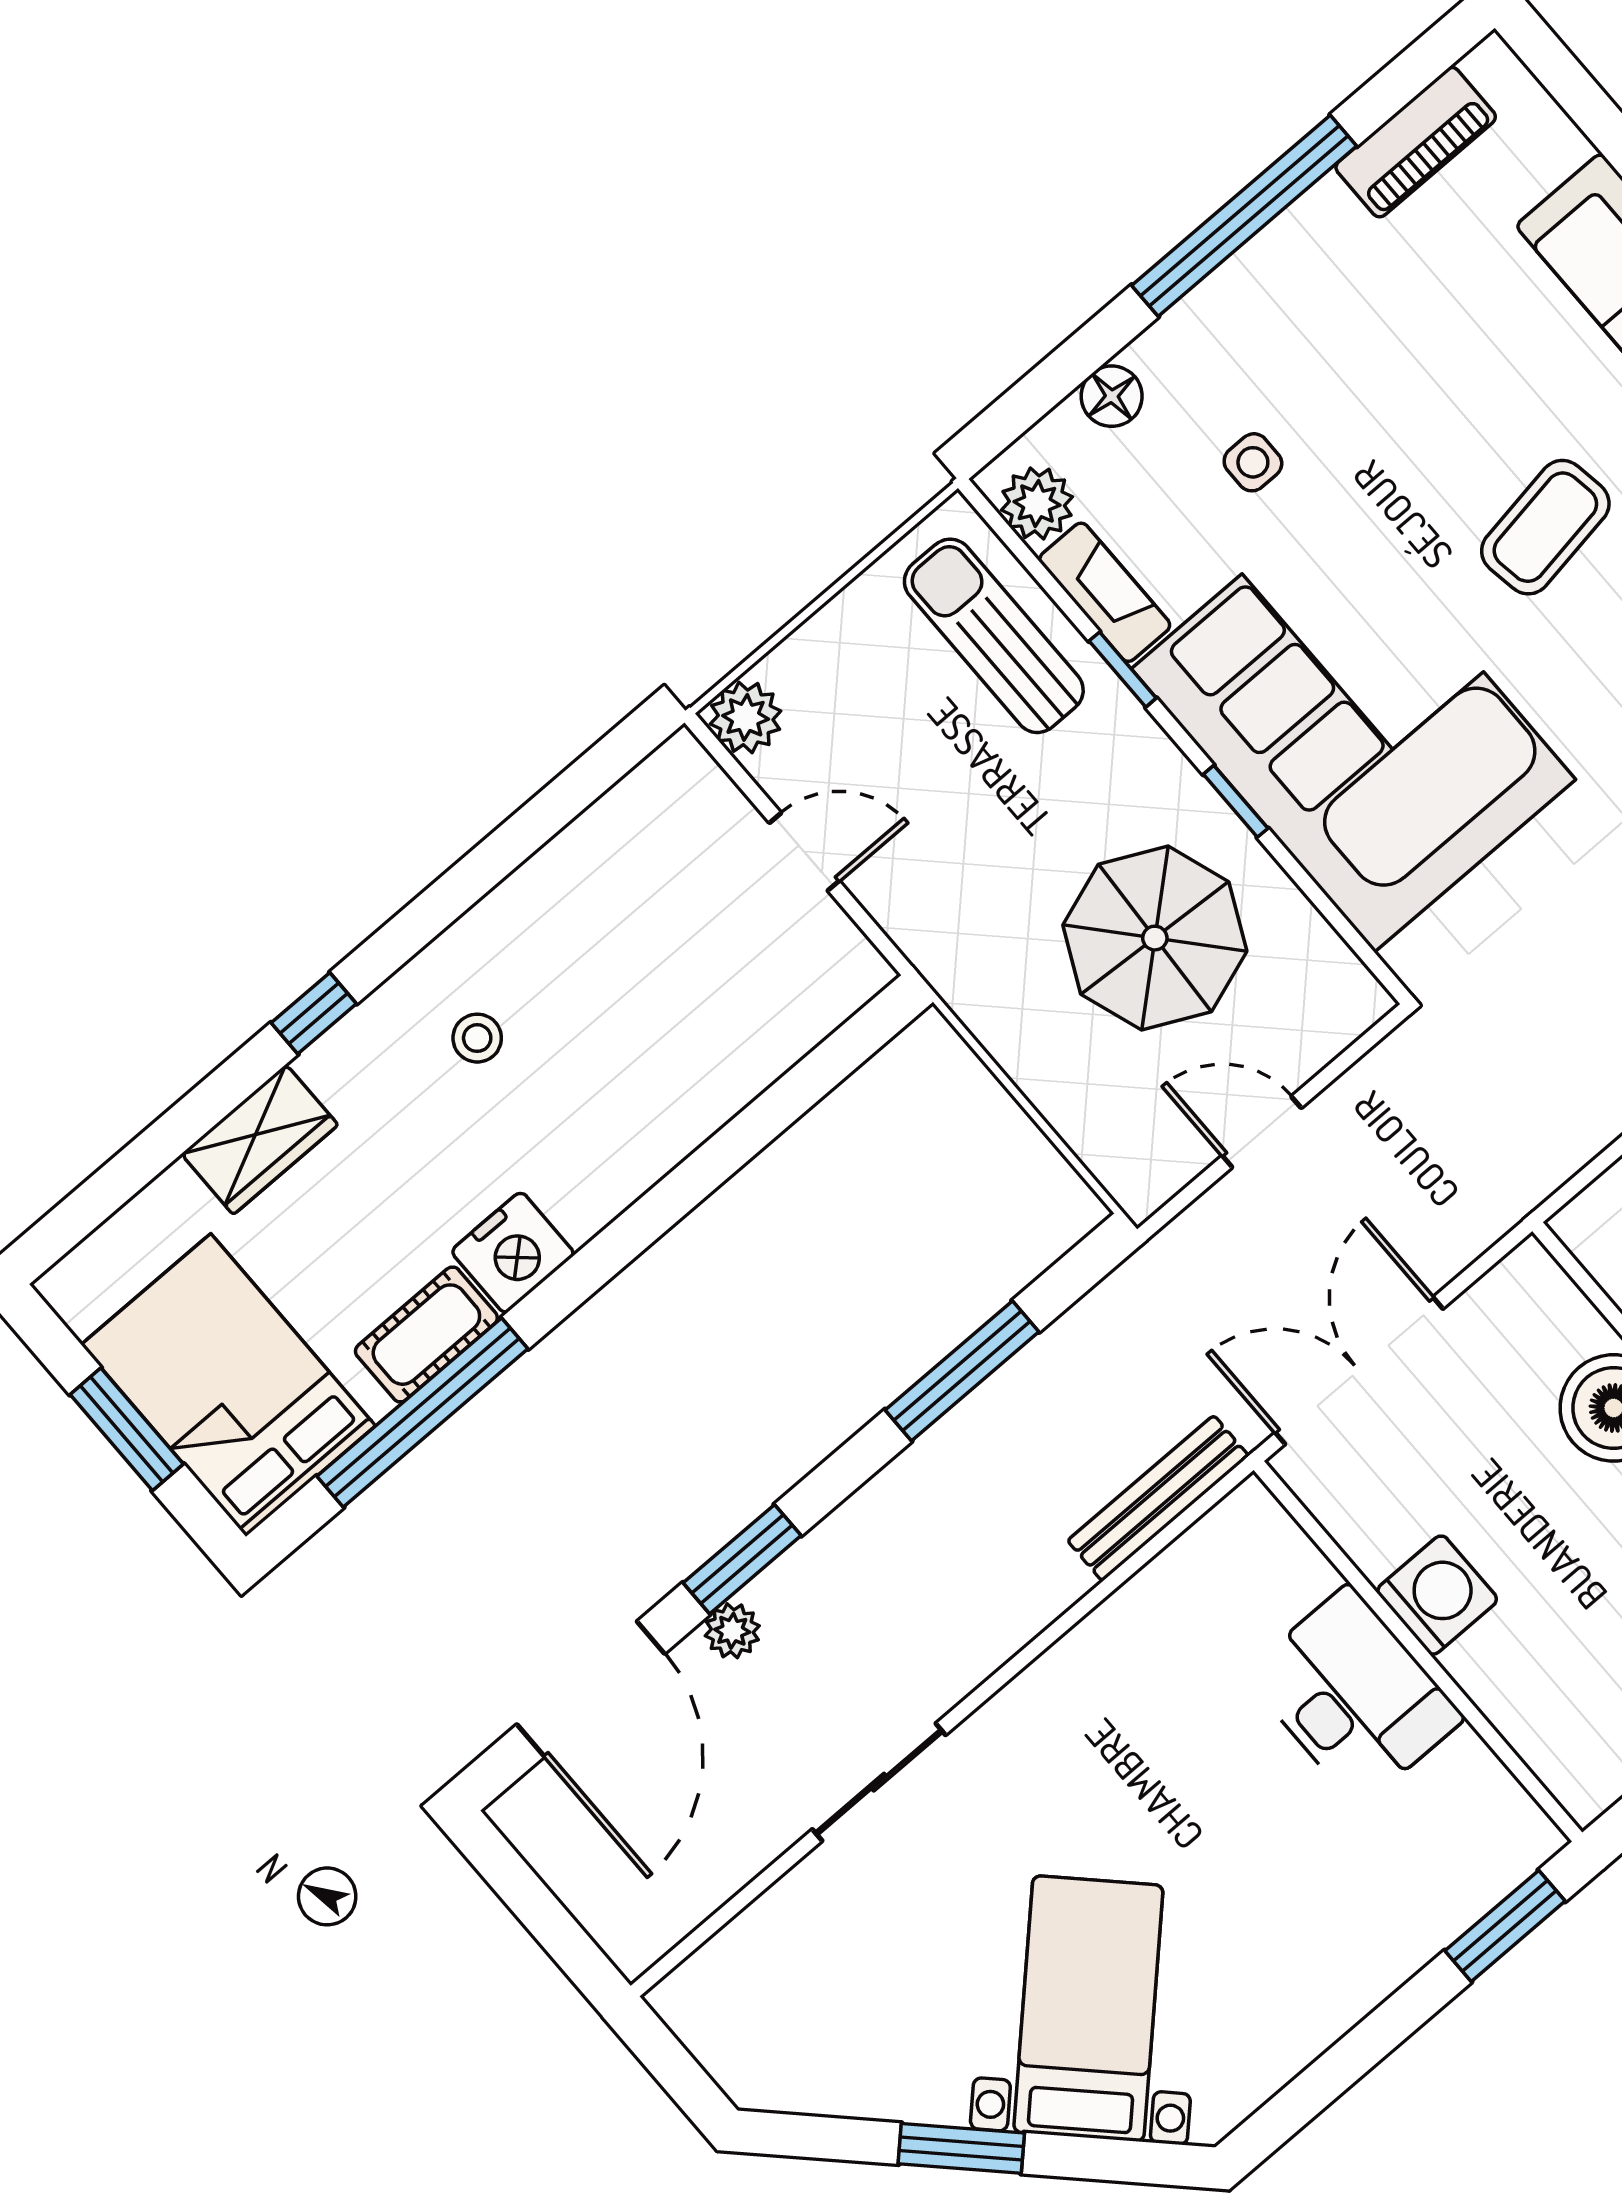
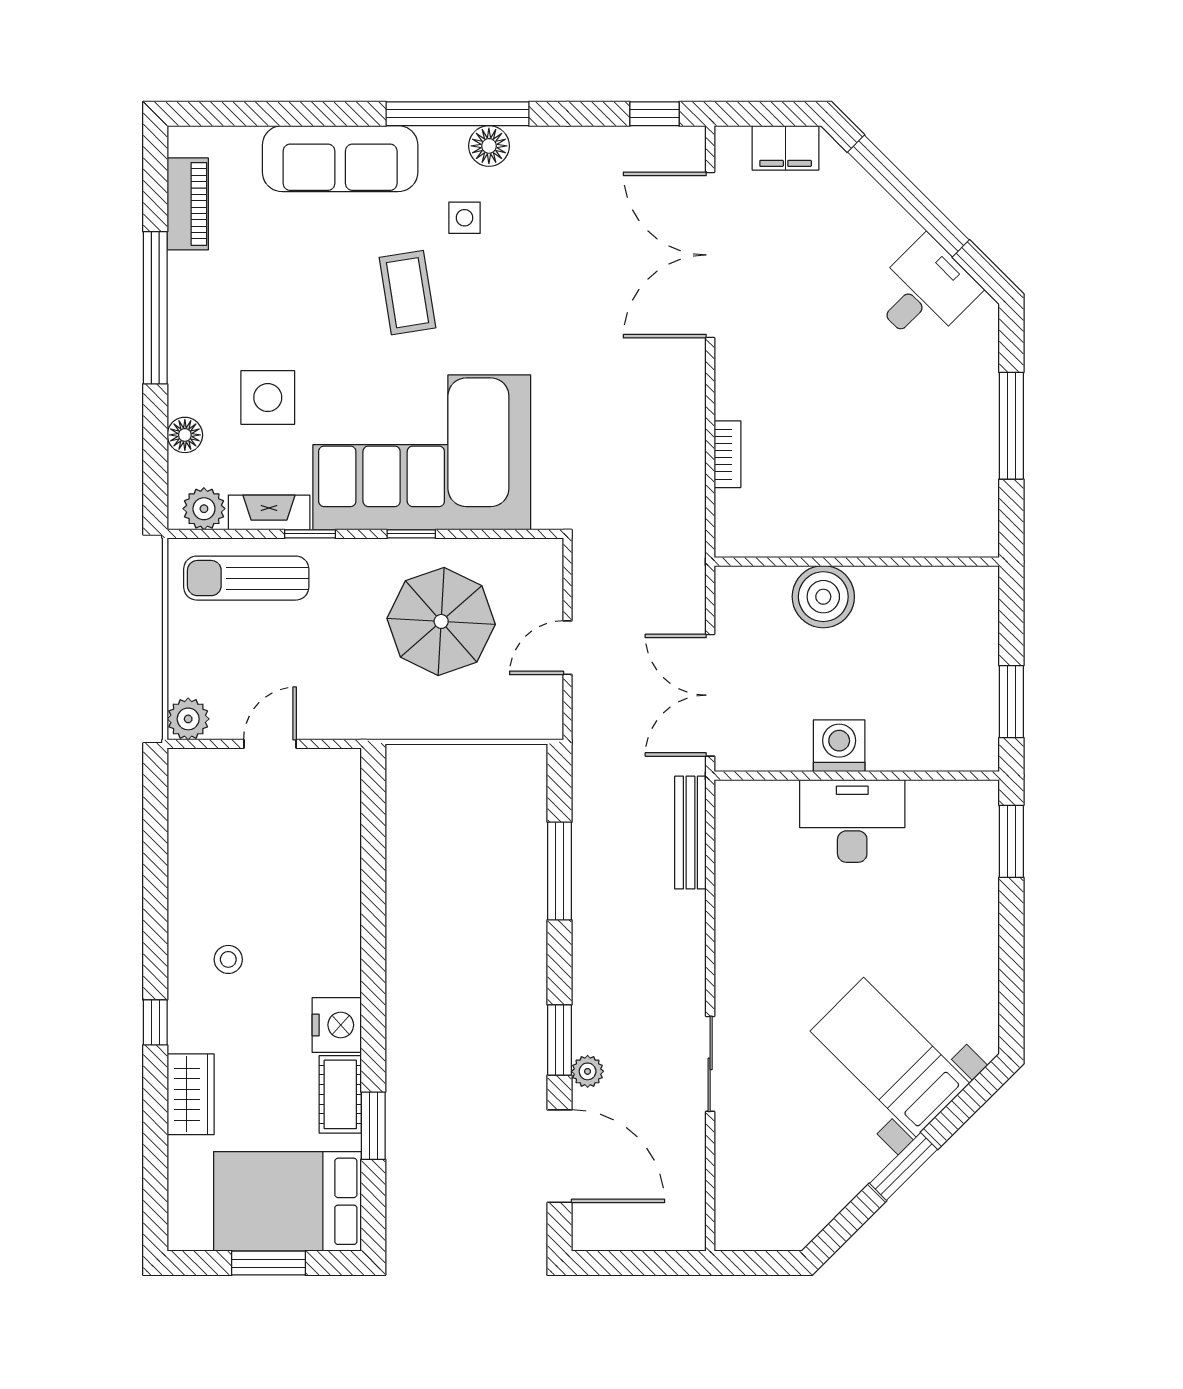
side table: (1253, 462) -> (268, 398), width x1.87, depth x1.87
window: (422, 1412) -> (373, 1126), width x0.47

